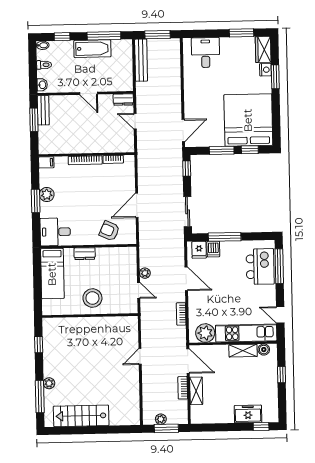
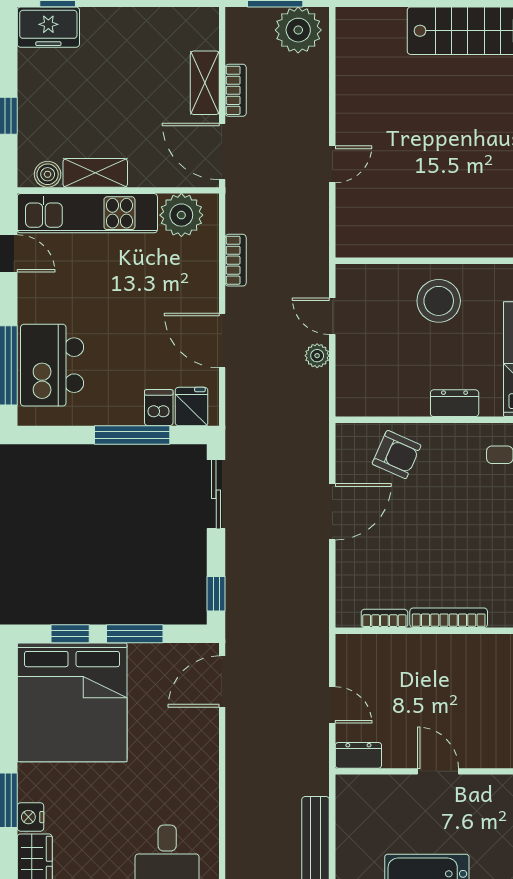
freezer: (248, 414) -> (48, 27), moved
plant: (161, 419) -> (298, 30), width x1.88, depth x1.88

